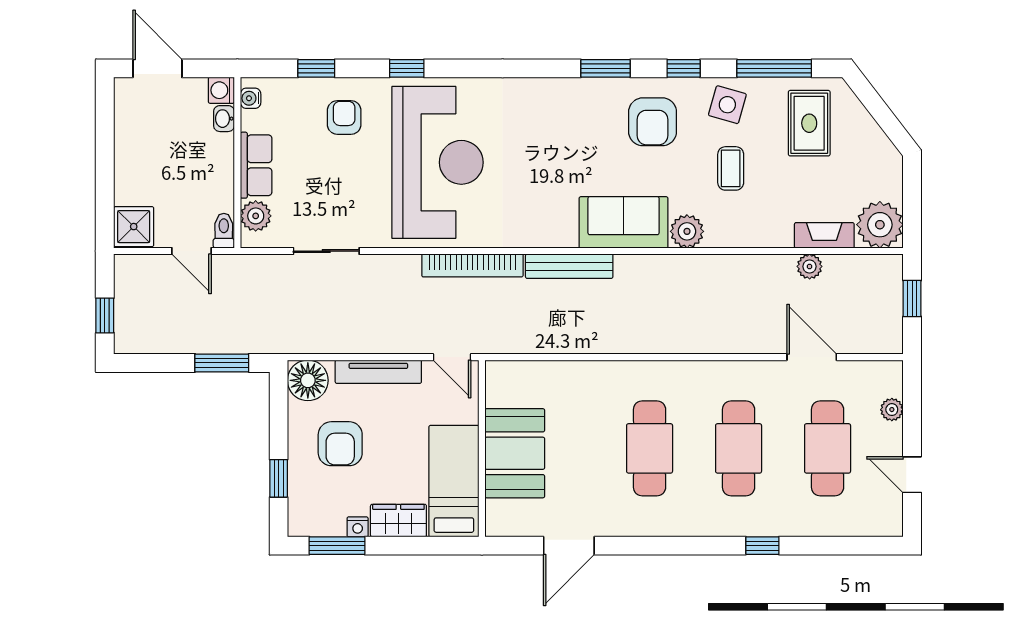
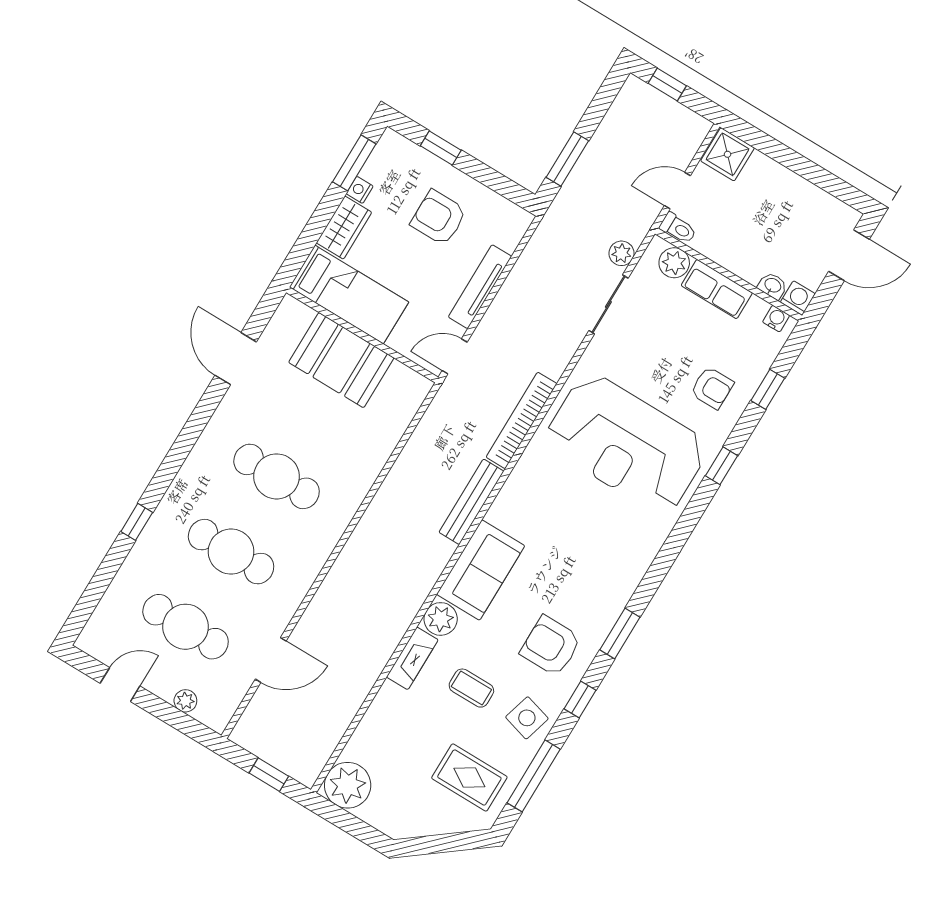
fireplace: (824, 235) -> (412, 658), moved
plant: (810, 266) -> (622, 253), moved
floor lamp: (308, 380) -> (509, 223), removed

